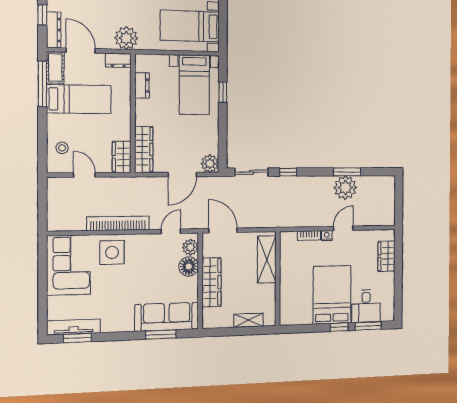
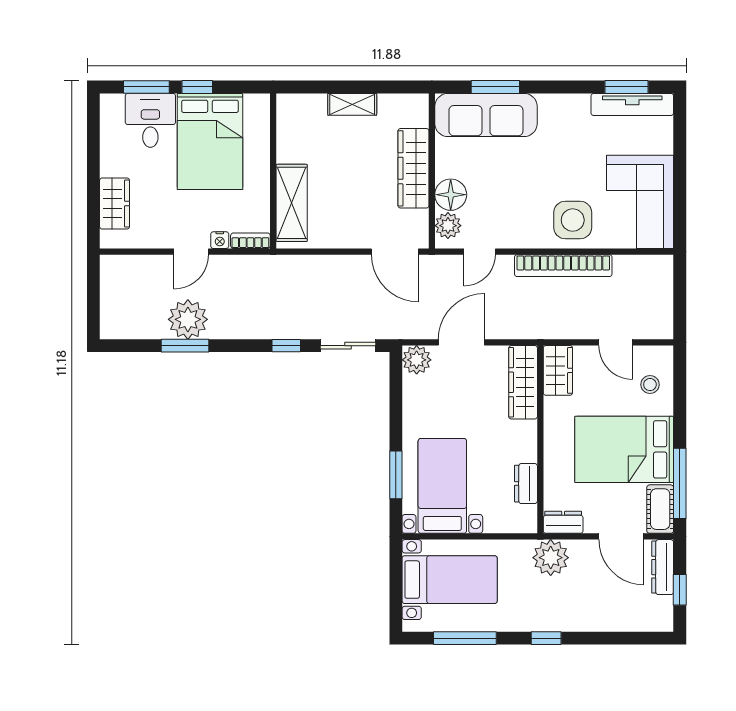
window: (223, 92) -> (396, 475), width x1.50
bed: (79, 99) -> (624, 449), width x1.50
shelving: (267, 259) -> (292, 203), moved
wall: (278, 279) -> (273, 171), moved

